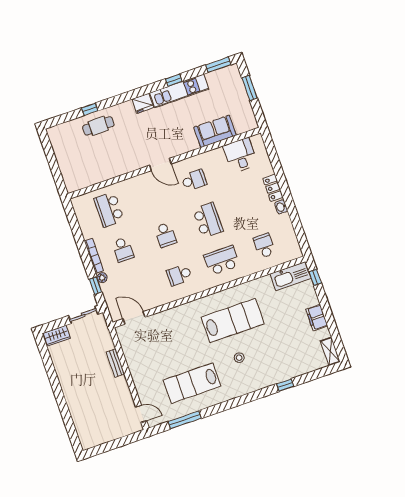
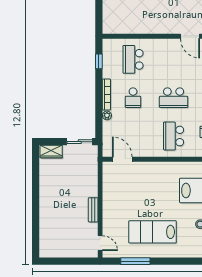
school desk: (165, 235) -> (174, 98), width x1.85
school desk: (179, 275) -> (174, 136), width x1.85
window: (95, 286) -> (99, 61), moved
bench: (115, 363) -> (93, 210), moved

